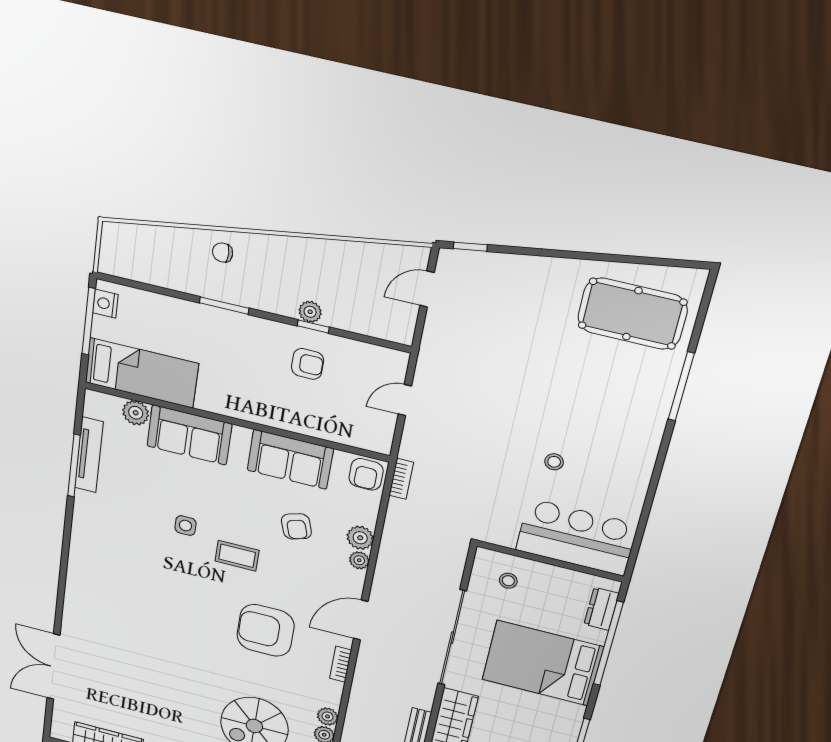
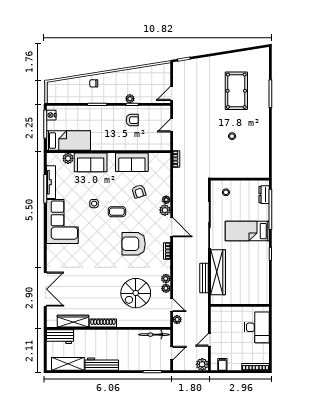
door: (427, 289) -> (172, 93), moved
pool table: (632, 314) -> (236, 91), moved, turned 90
armchair: (366, 474) -> (162, 161), removed
bar counter: (577, 537) -> (248, 166), removed
plant: (360, 538) -> (165, 210), moved
corner sofa: (106, 544) -> (62, 222), added
door: (361, 620) -> (172, 227), swing flipped
bed: (543, 663) -> (247, 231), width x0.67
double door: (53, 667) -> (45, 289), swing flipped

